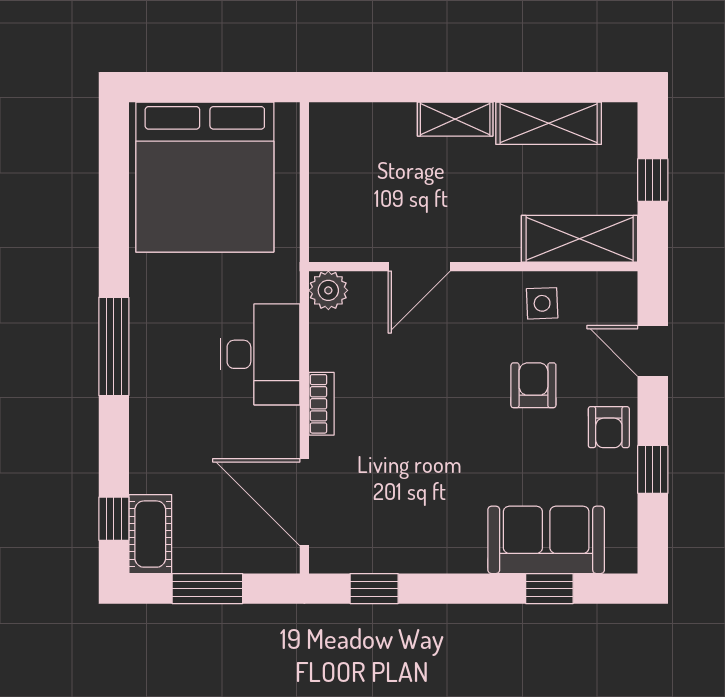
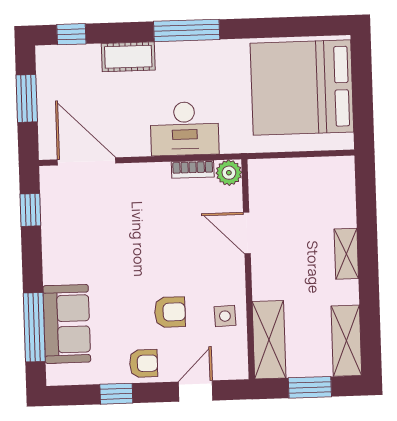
shelving: (549, 123) -> (346, 341), moved
window: (653, 180) -> (310, 387), width x1.50
bookcase: (322, 404) -> (193, 169), moved
armchair: (609, 427) -> (144, 363), turned 180
door: (304, 502) -> (87, 161), hinge flipped
cot: (150, 534) -> (128, 57), moved
window: (549, 589) -> (34, 327), width x2.17

